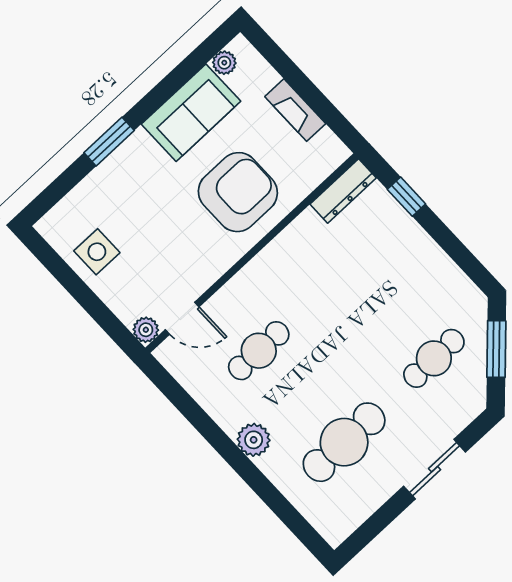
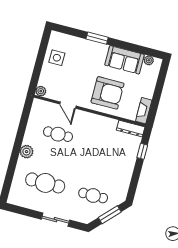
fireplace: (295, 110) -> (144, 111), moved
door: (182, 318) -> (68, 105), moved

